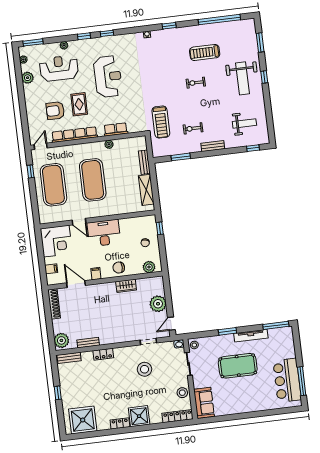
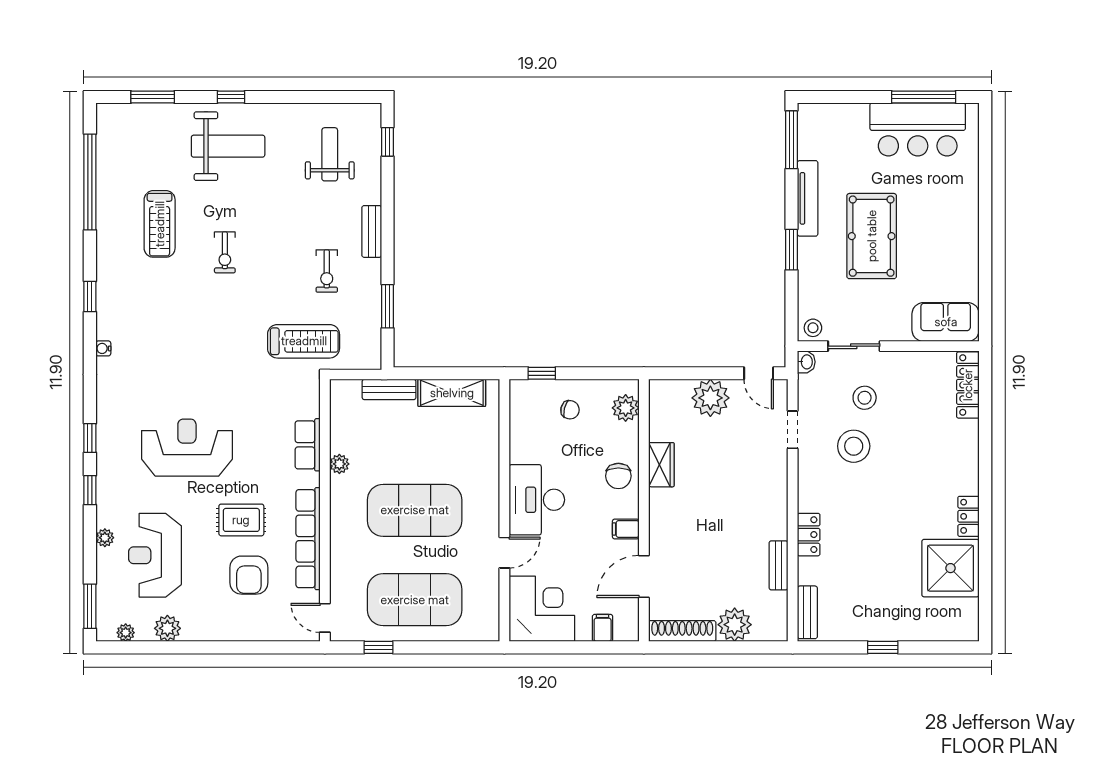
plant: (61, 340) -> (735, 625), moved
stool: (182, 393) -> (865, 398), moved
shower: (139, 416) -> (957, 471), removed
shower: (83, 420) -> (951, 568), moved

